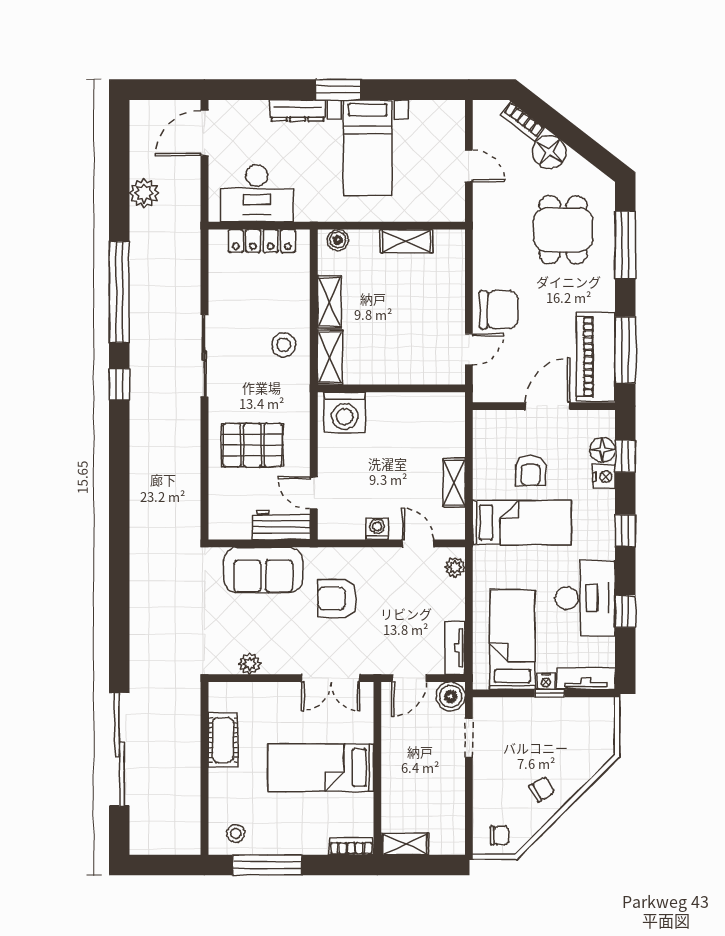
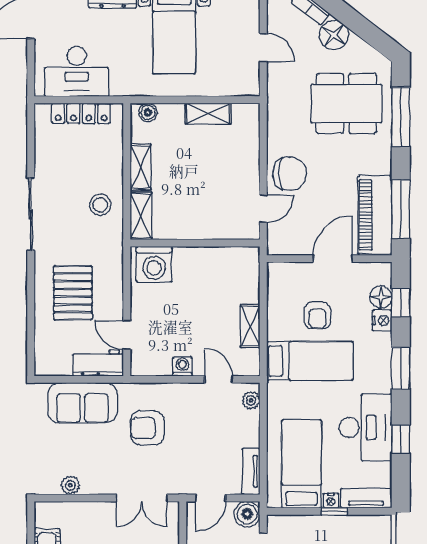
dining table: (563, 230) -> (346, 103), width x1.38
pallet: (252, 445) -> (73, 293), turned 90
window: (625, 531) -> (401, 368), width x1.50

